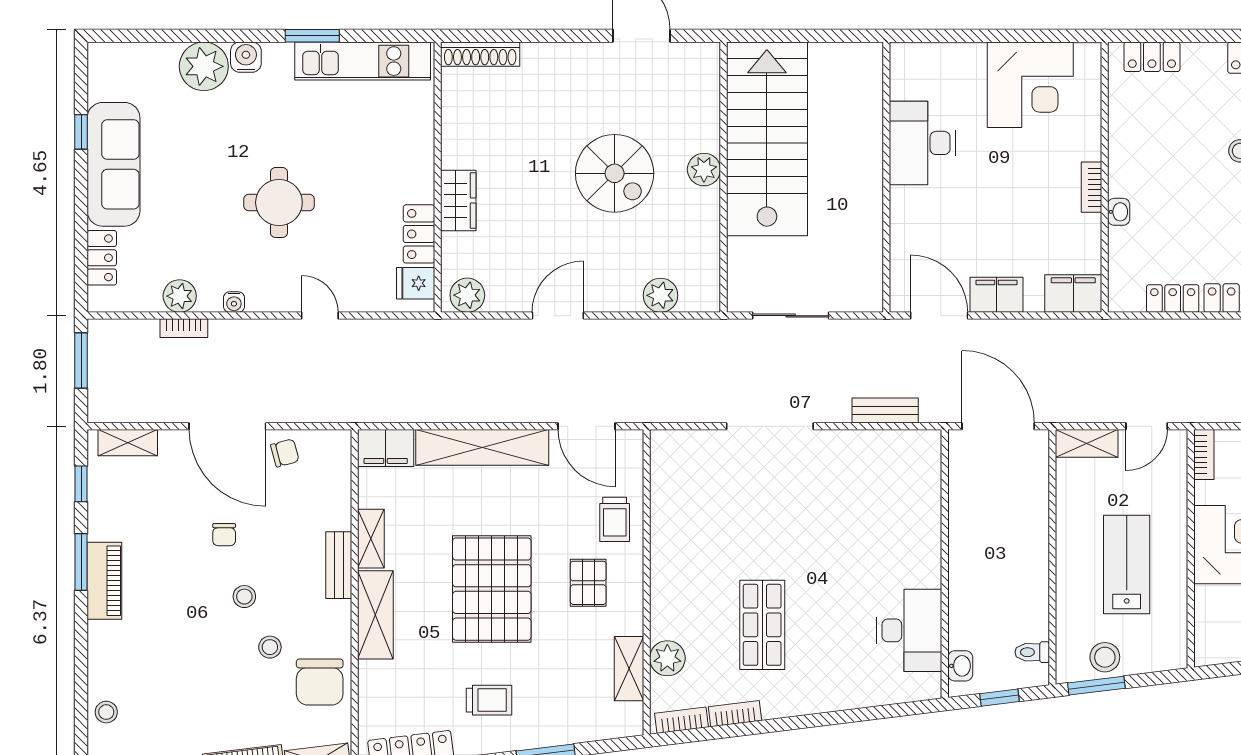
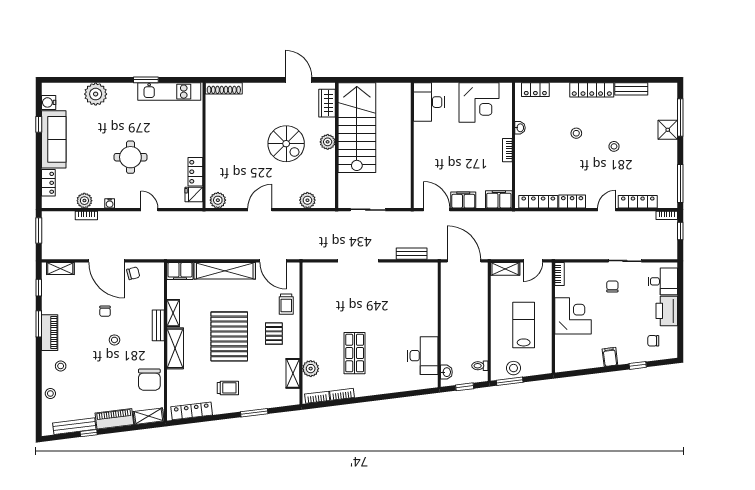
water cooler: (246, 57) -> (49, 102), moved, turned -90
desk: (922, 143) -> (429, 102), moved
wardrobe: (458, 200) -> (327, 103), moved, turned 180
washbasin: (1119, 212) -> (520, 128), moved
locker: (1173, 299) -> (538, 202), width x1.53
stool: (270, 647) -> (61, 366), moved

